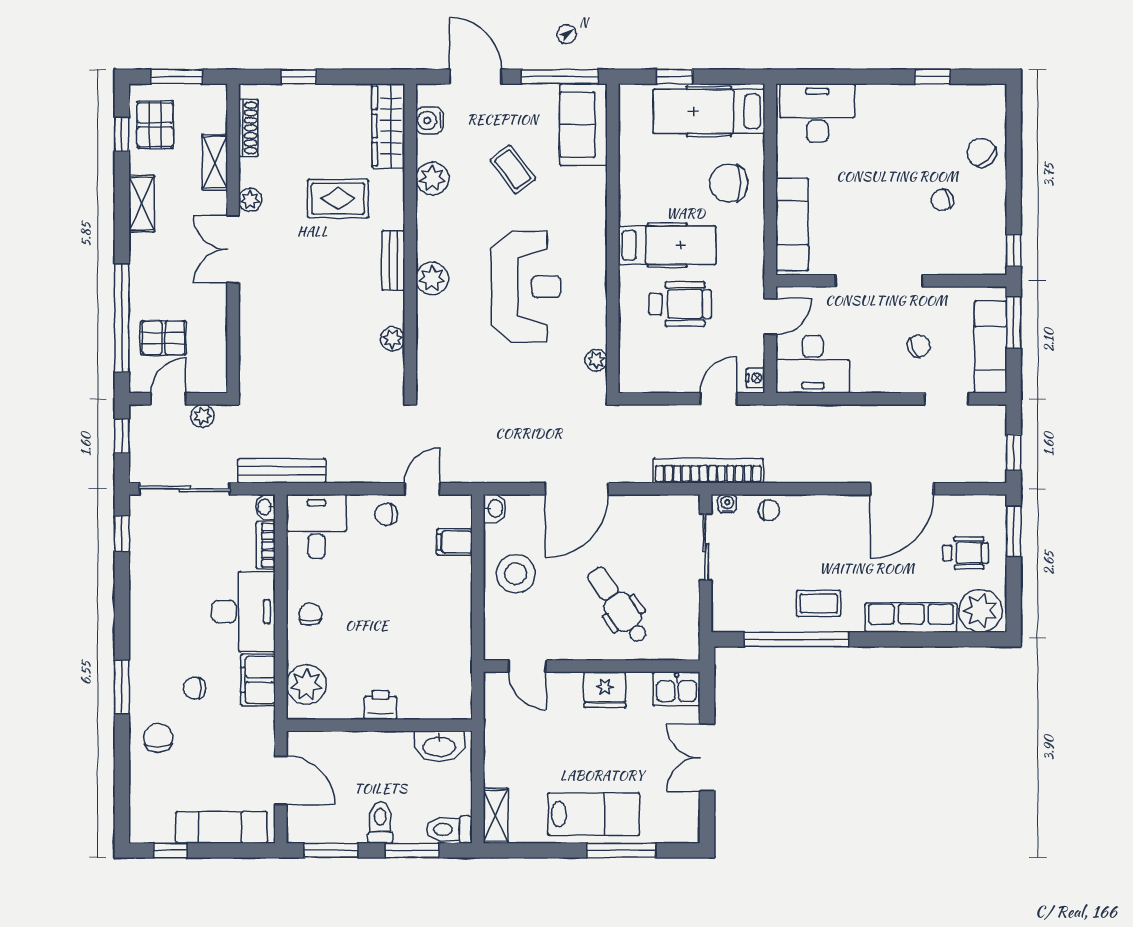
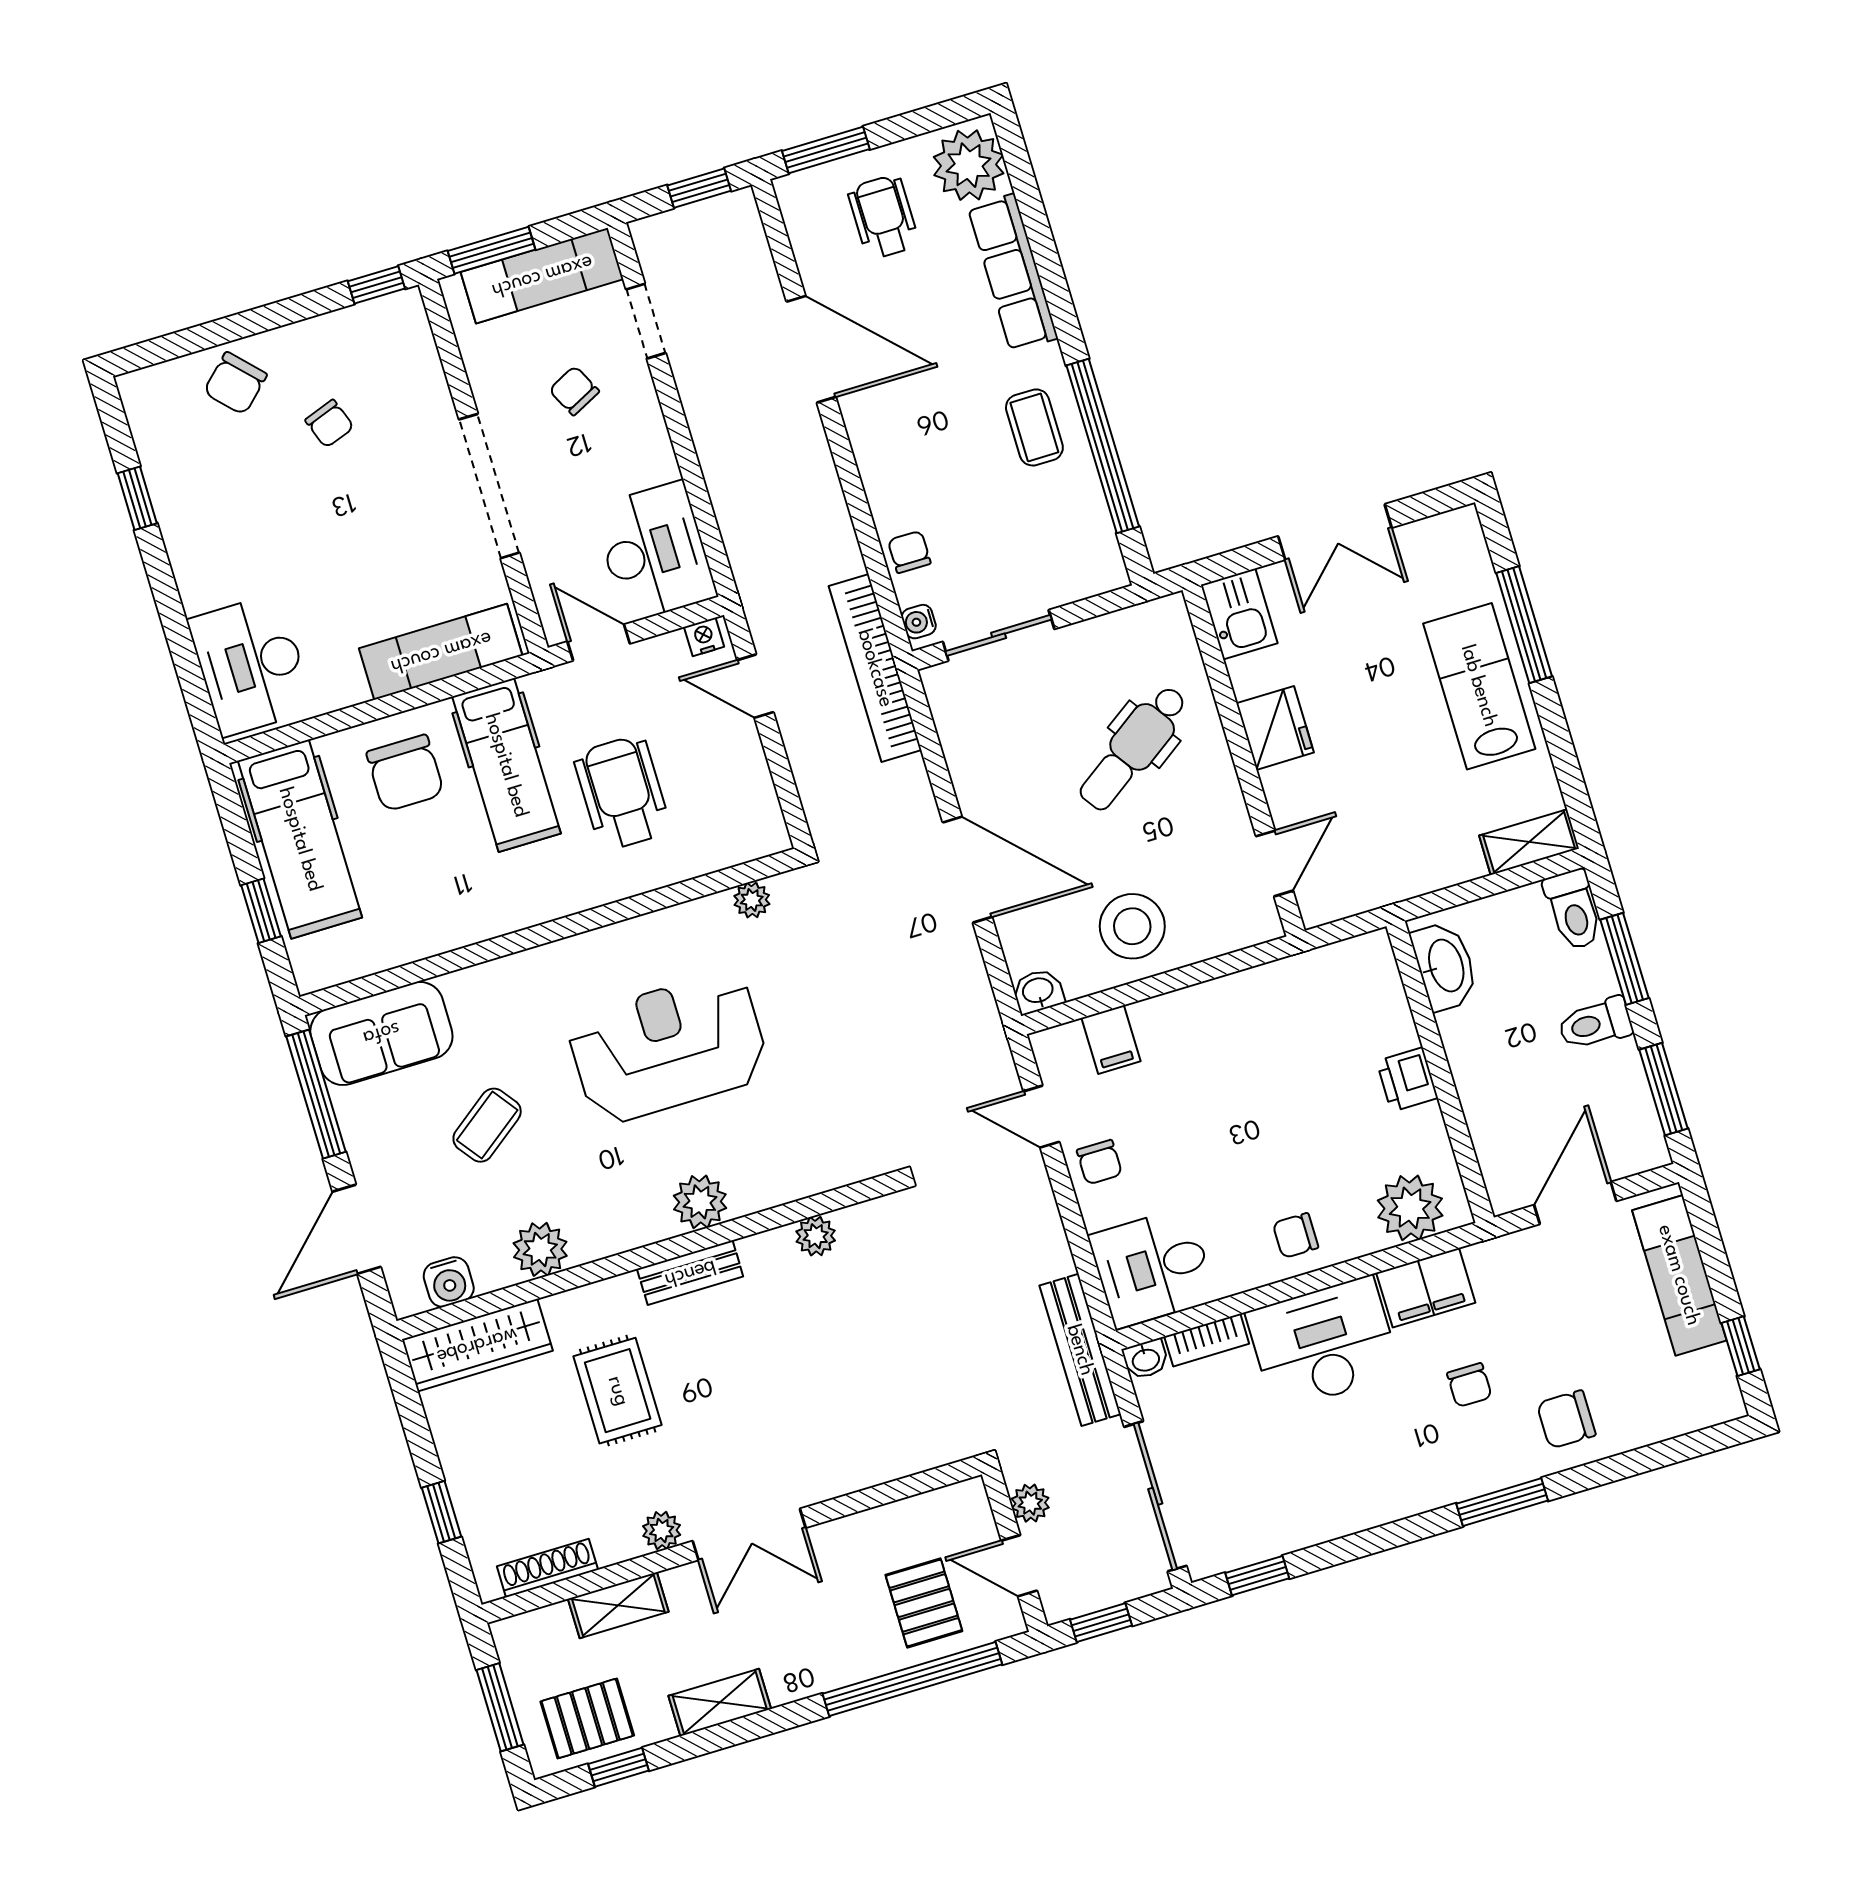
hospital bed: (667, 245) -> (506, 765), moved, turned 180

